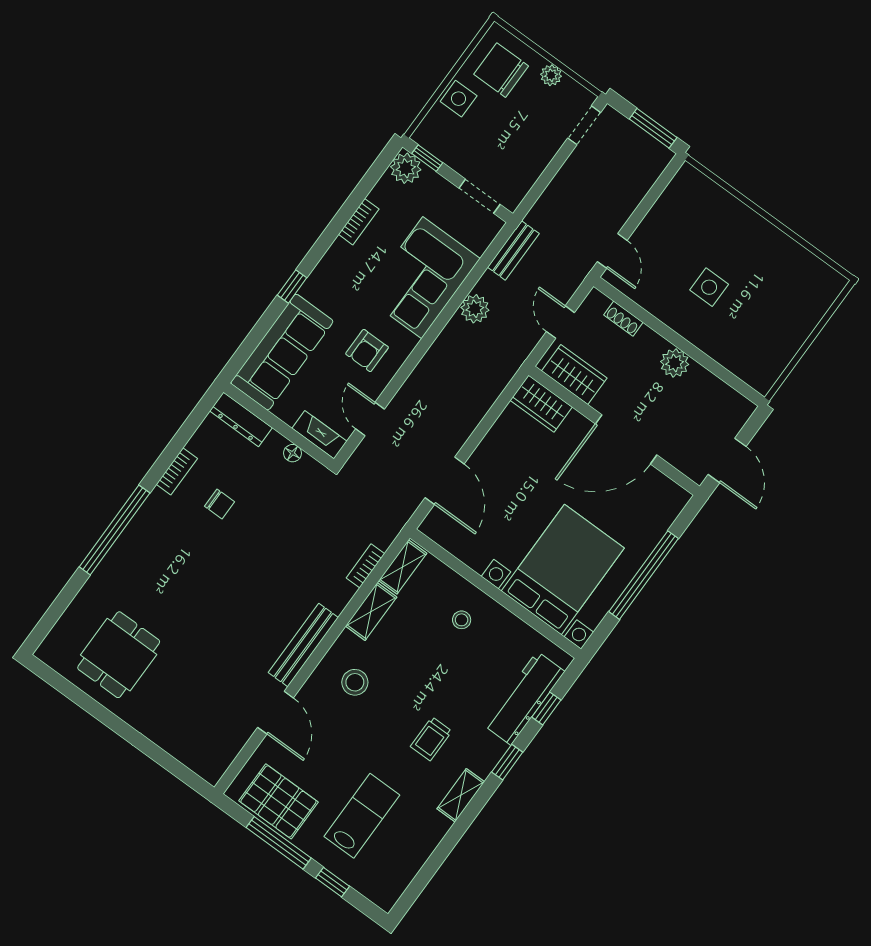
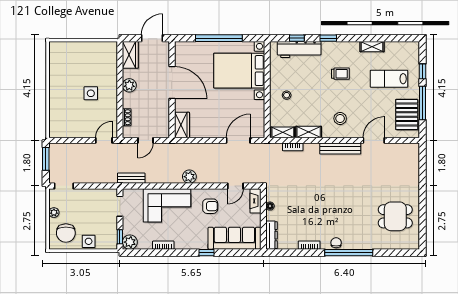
plant: (475, 309) -> (189, 177), moved
wardrobe: (574, 374) -> (130, 55), moved, turned 180
chair: (219, 504) -> (336, 243), moved
shelving: (461, 795) -> (372, 47), moved

